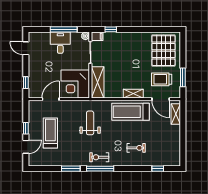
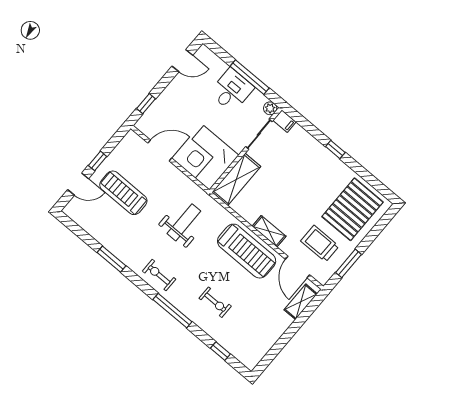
window: (111, 29) -> (335, 150), moved
door: (26, 48) -> (182, 61), swing flipped
treadmill: (131, 112) -> (247, 251), turned 180
treadmill: (50, 133) -> (123, 193), turned -90
window: (100, 169) -> (172, 311), moved

